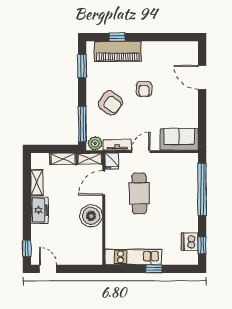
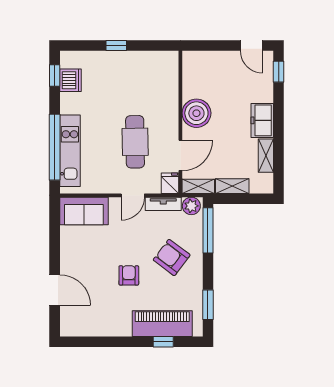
kitchen unit: (133, 257) -> (70, 151), moved, turned -90

